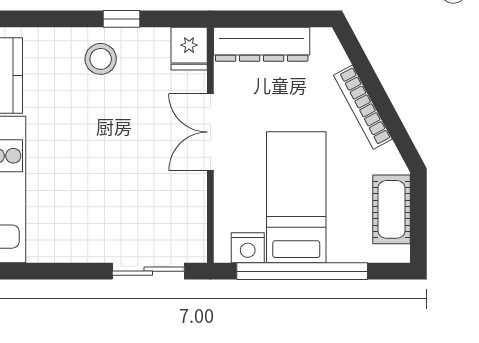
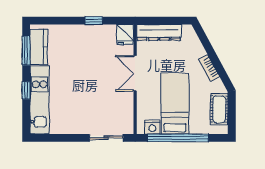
stool: (101, 59) -> (84, 39), removed
bookcase: (363, 107) -> (209, 68), width x0.64

